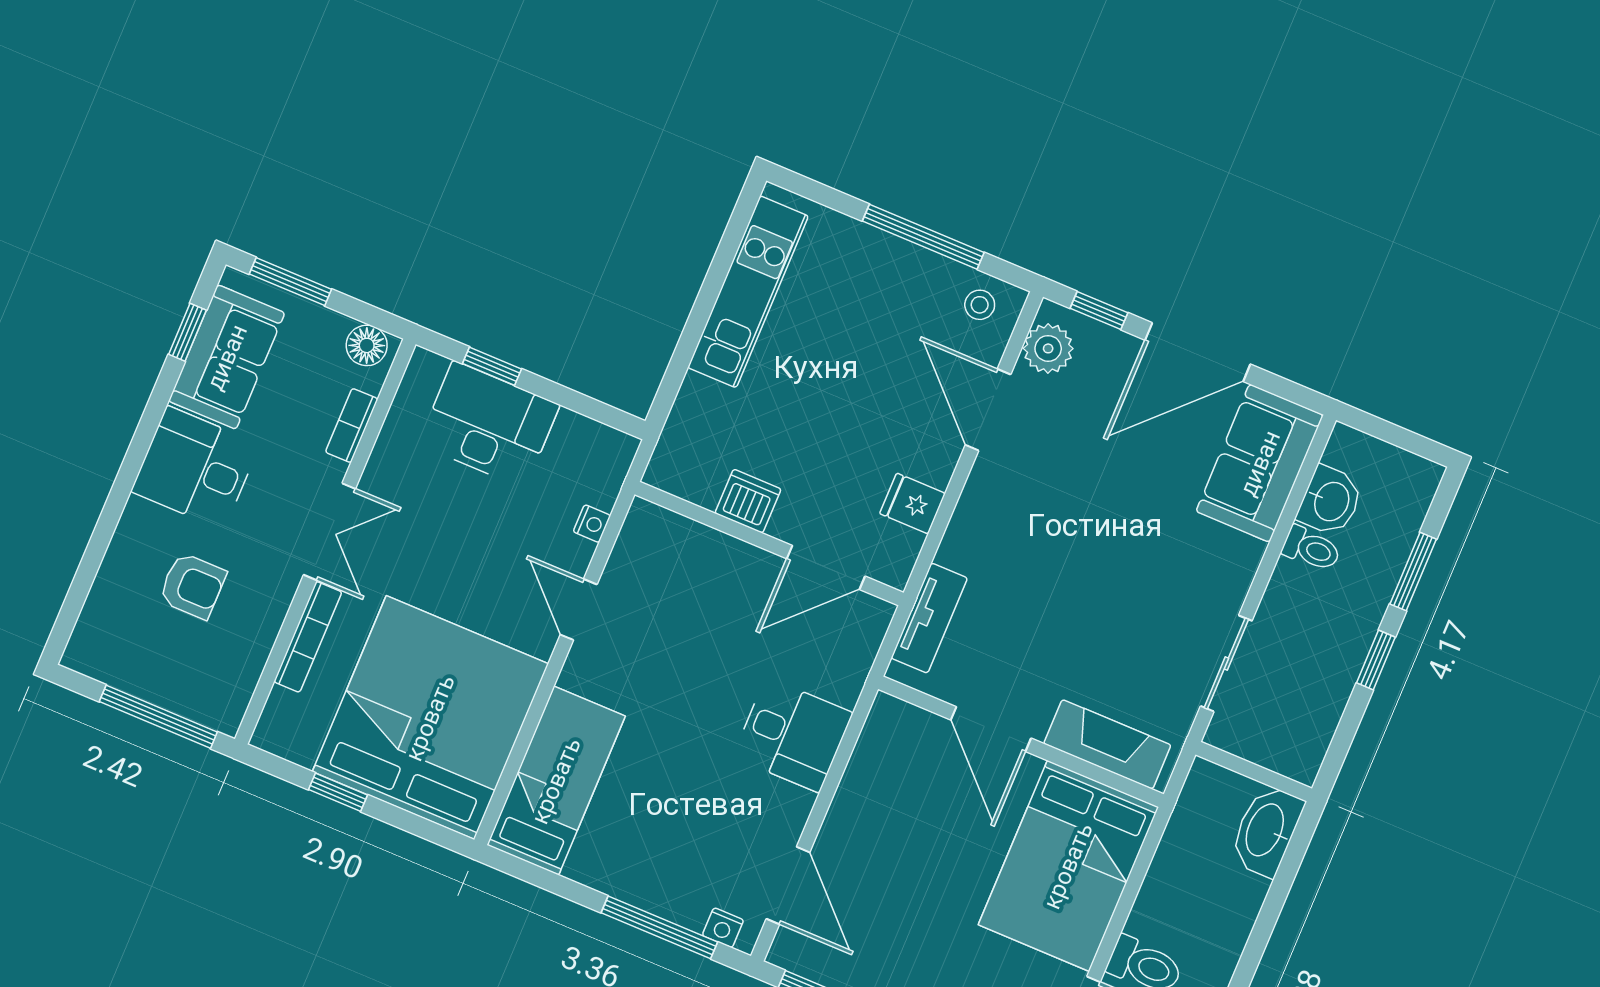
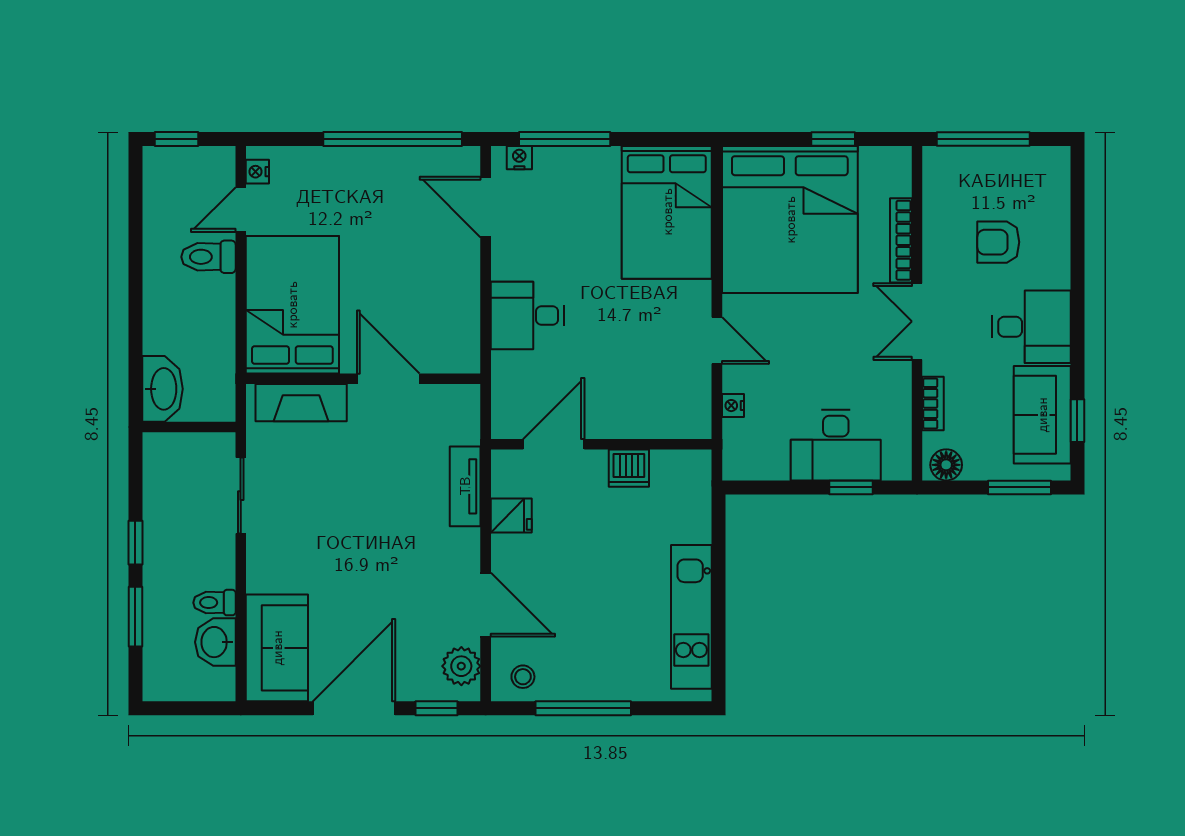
tv unit: (929, 618) -> (465, 486), moved
bed: (556, 781) -> (667, 212), width x1.50

